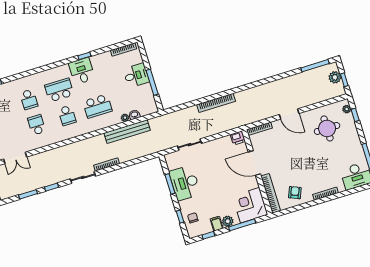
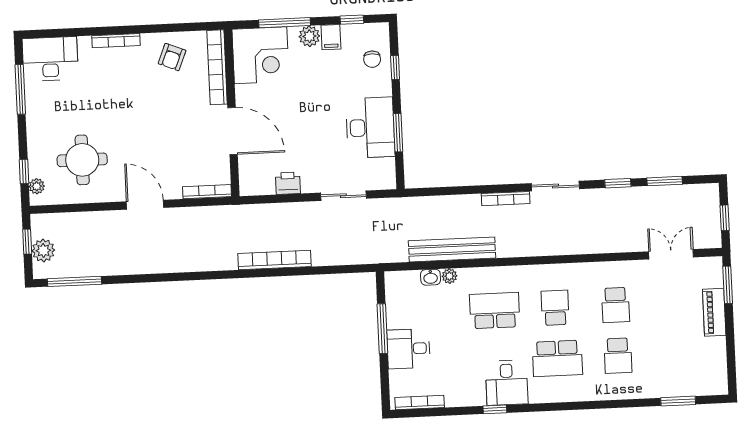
school desk: (29, 99) -> (618, 356), turned 180
printer: (238, 138) -> (288, 183), moved

